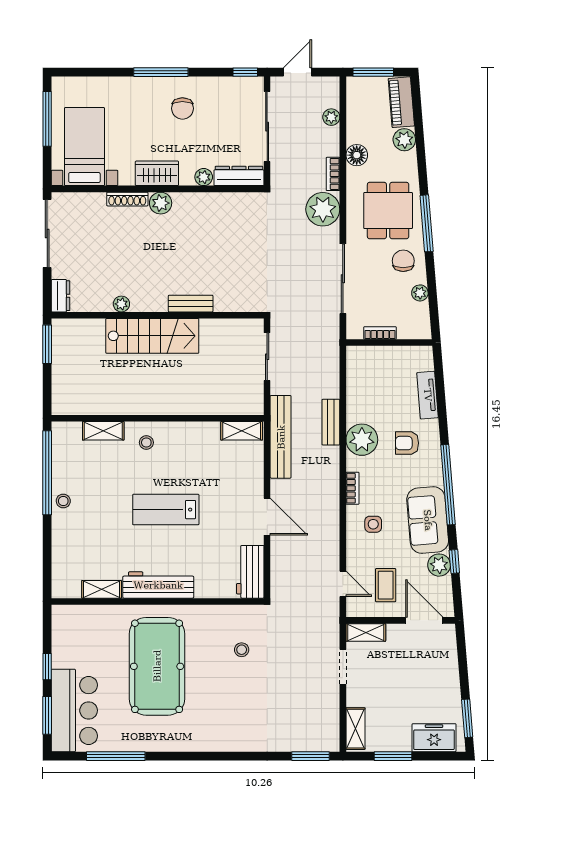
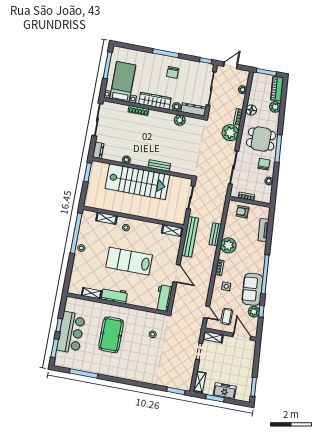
wardrobe: (157, 173) -> (155, 101), width x1.50
plant: (161, 203) -> (180, 120), moved
dining table: (388, 211) -> (261, 139), turned 90
stairs: (152, 336) -> (137, 182), width x1.36, depth x1.51
armchair: (407, 443) -> (242, 212), moved
lab bench: (166, 510) -> (129, 261), width x1.36, depth x1.39
workbench: (158, 585) -> (114, 295), width x0.73
pool table: (157, 666) -> (111, 335), width x0.73, depth x0.76
bar counter: (74, 710) -> (71, 333), moved
freezer: (434, 738) -> (225, 391), moved

